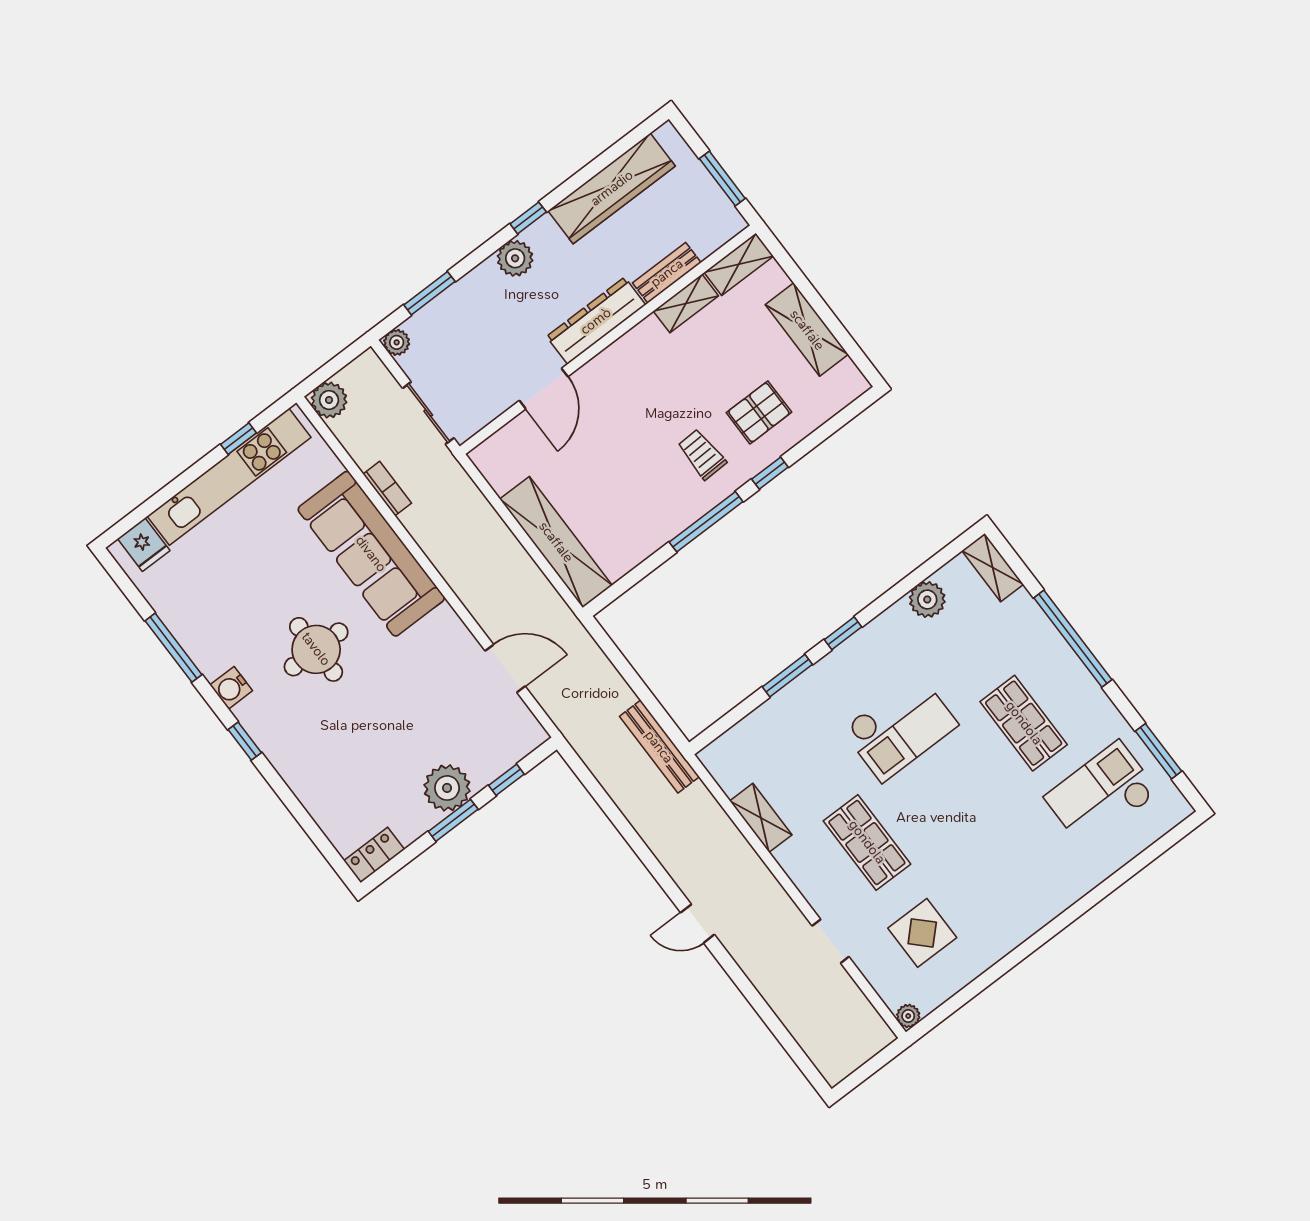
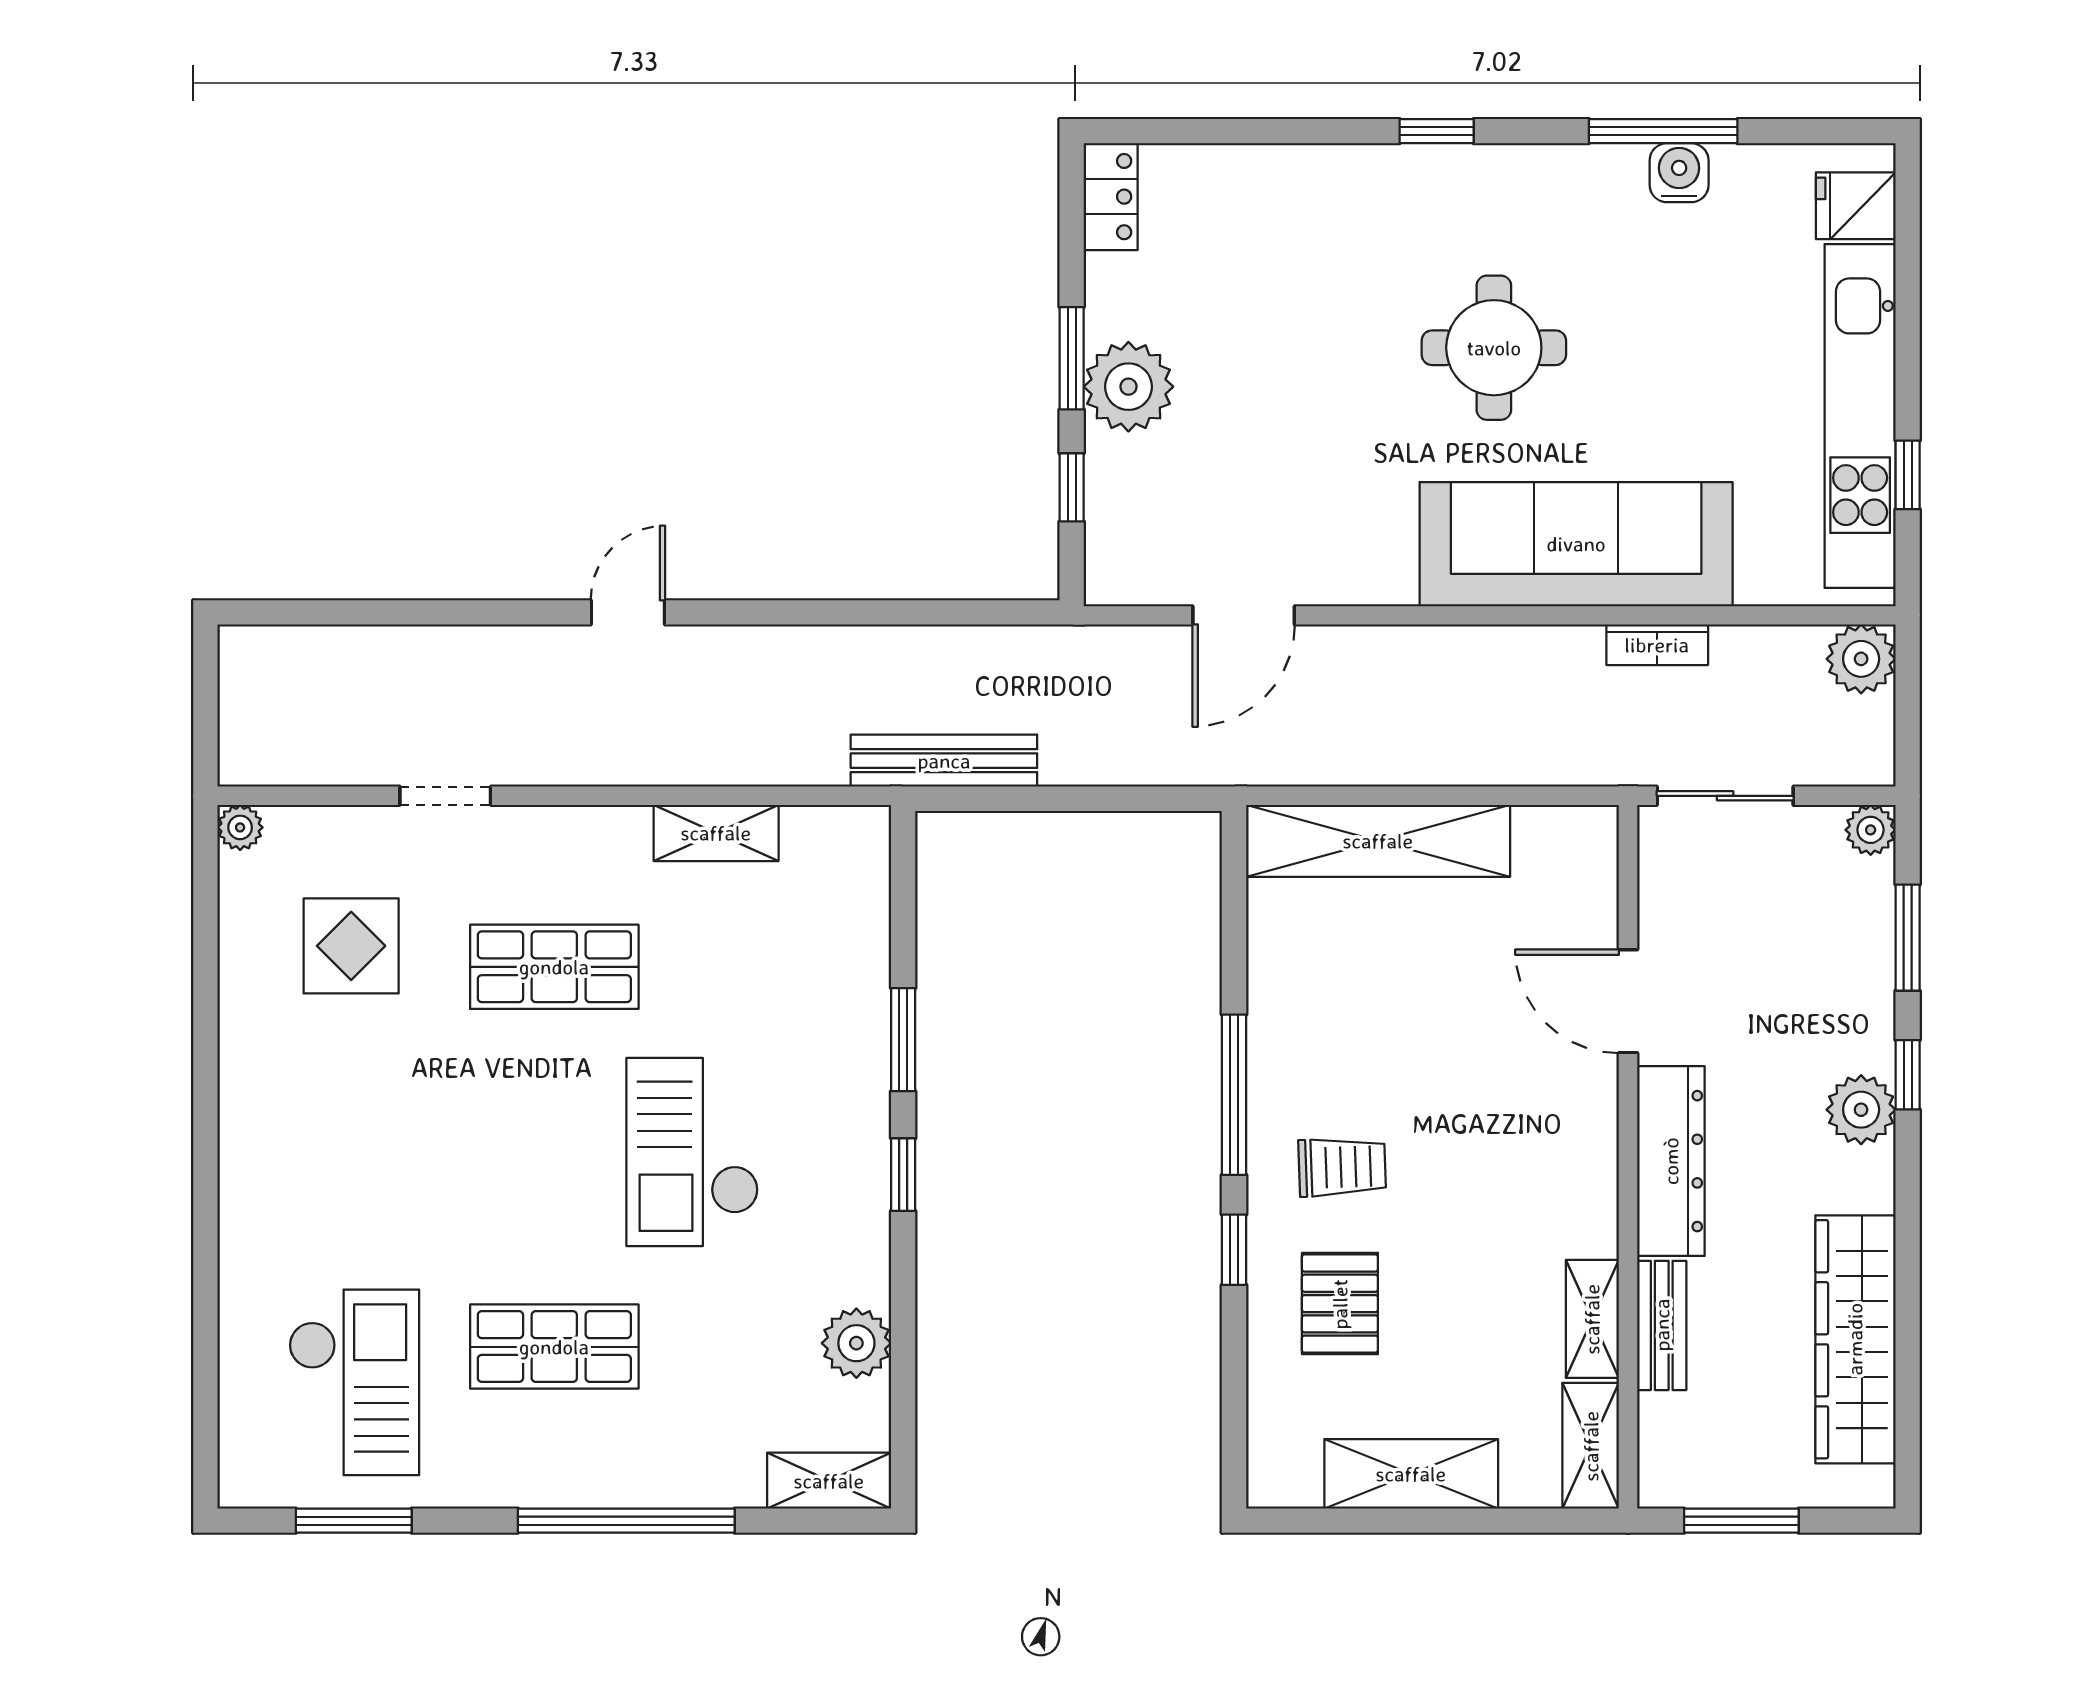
window: (528, 218) -> (1908, 1075), moved
water cooler: (231, 688) -> (1679, 173), moved

